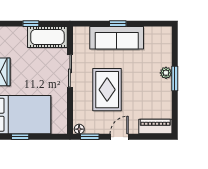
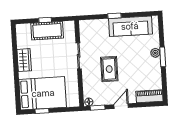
cot: (47, 37) -> (47, 31), moved
sofa: (117, 38) -> (130, 26), moved
rug: (107, 90) -> (109, 69), width x0.73, depth x0.70

